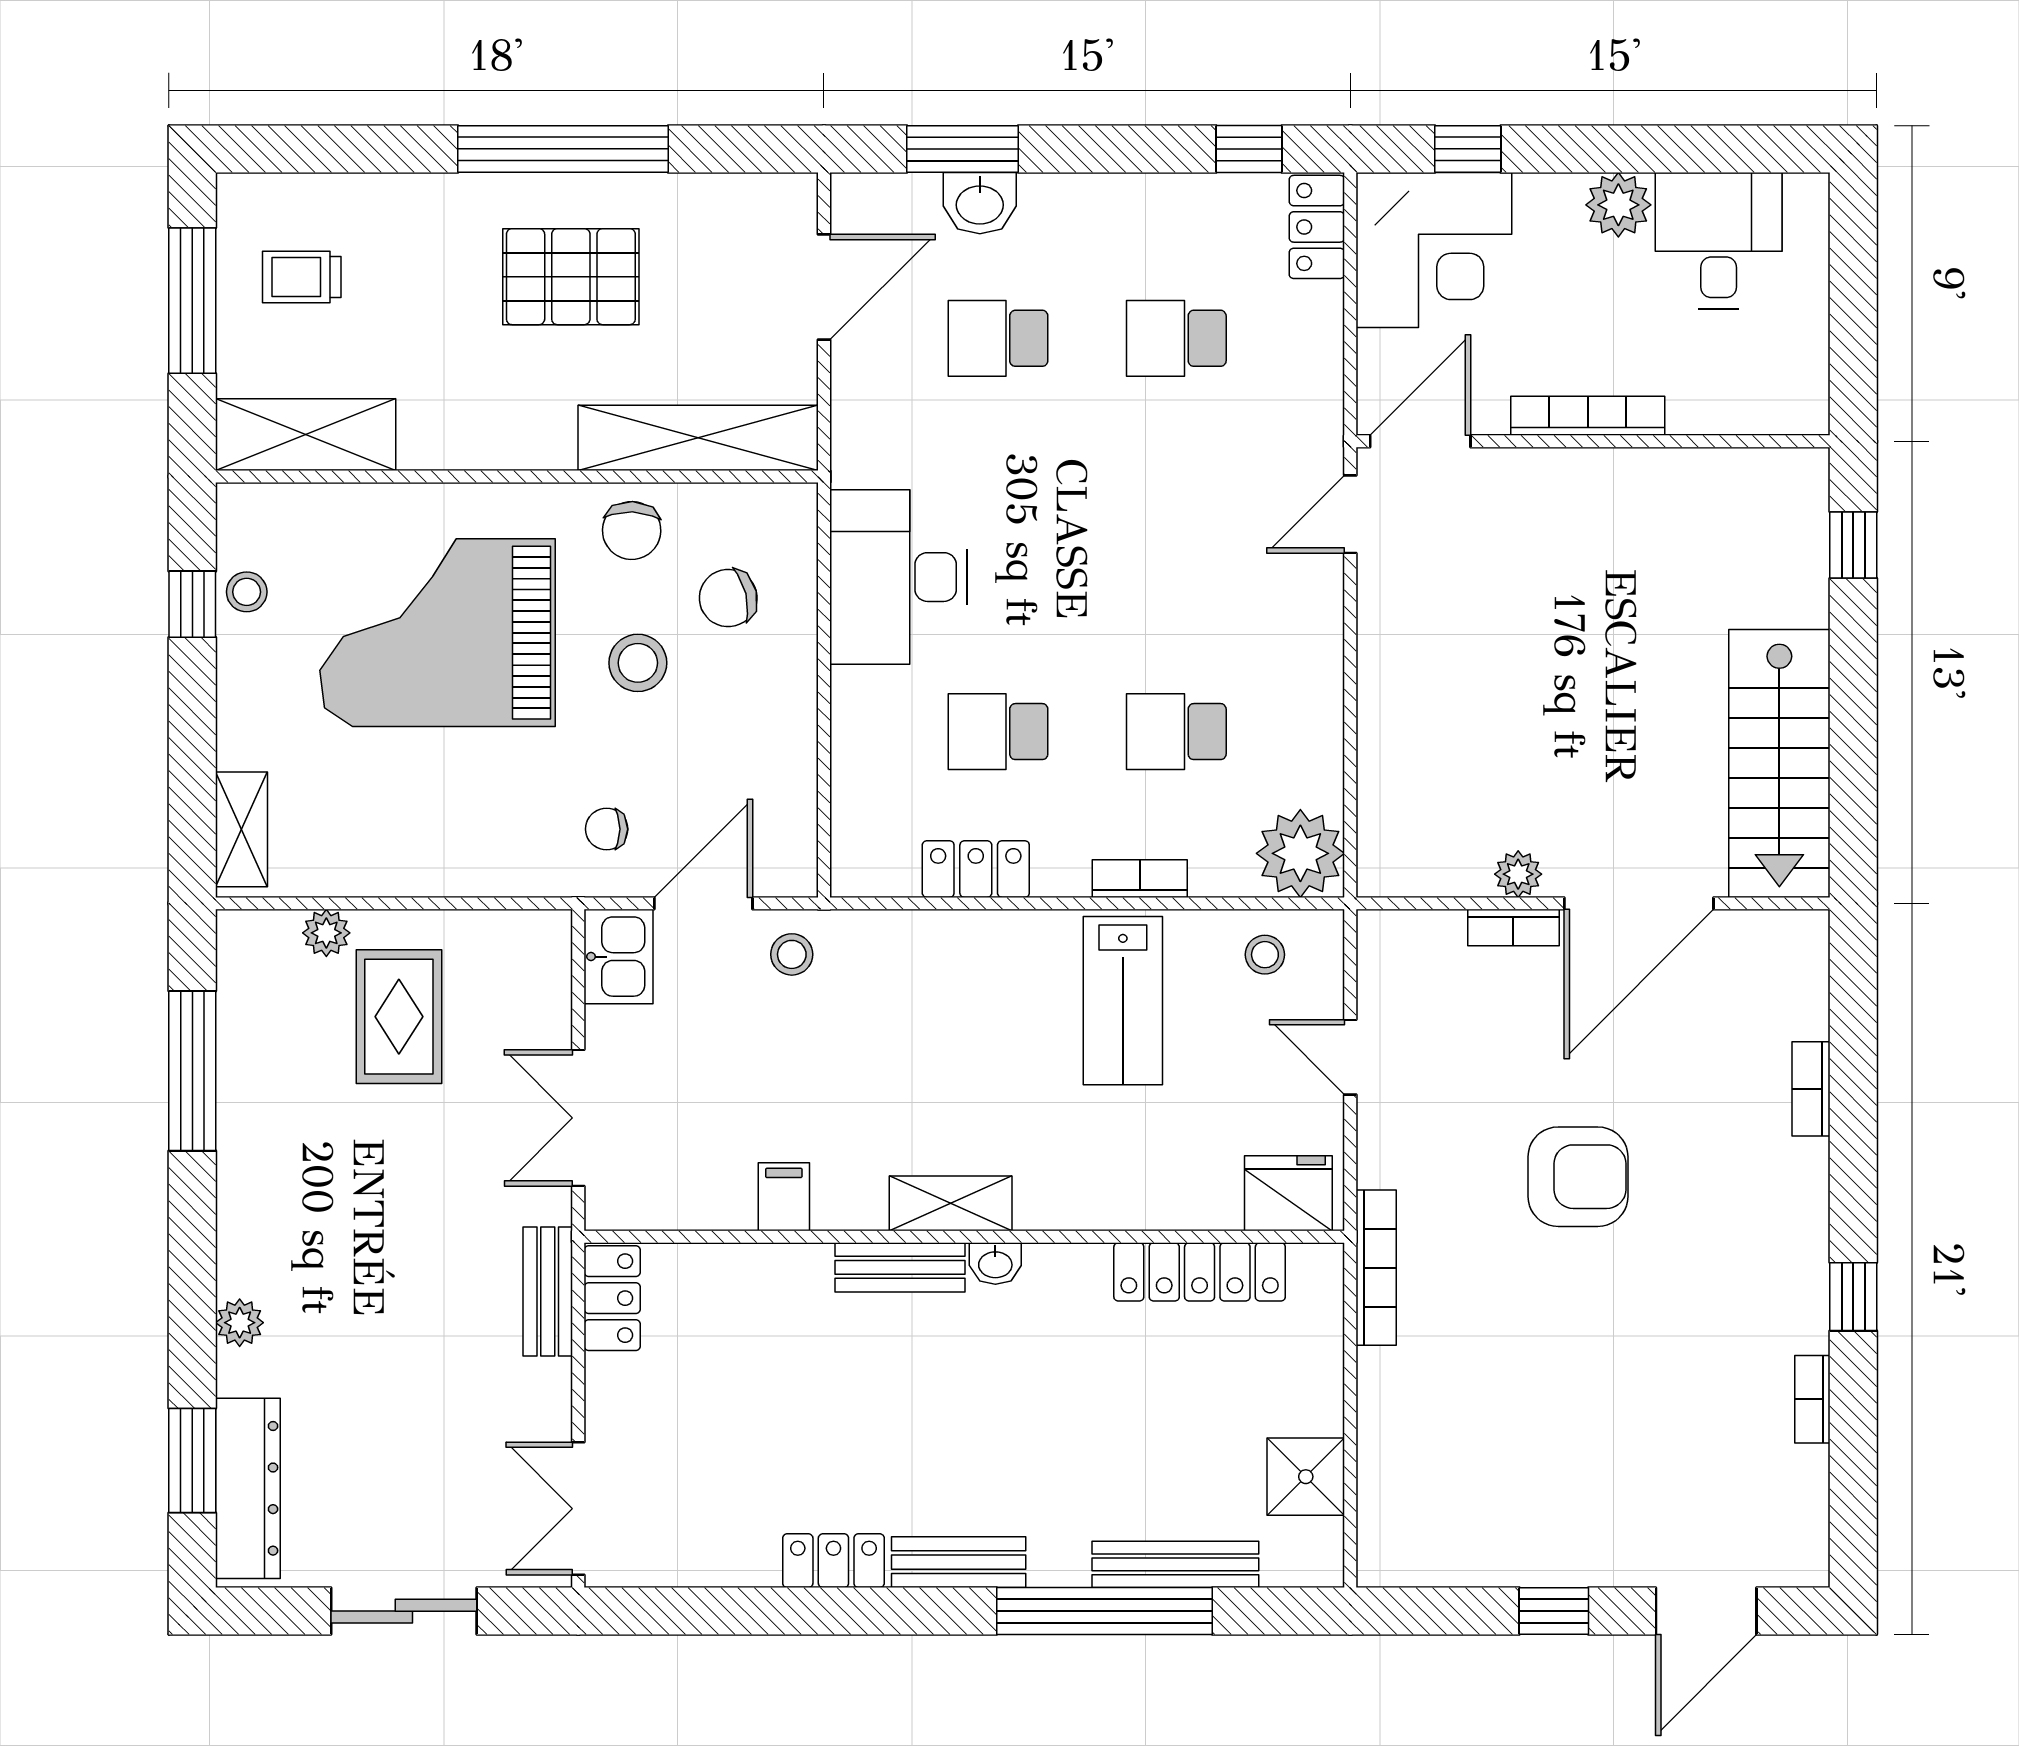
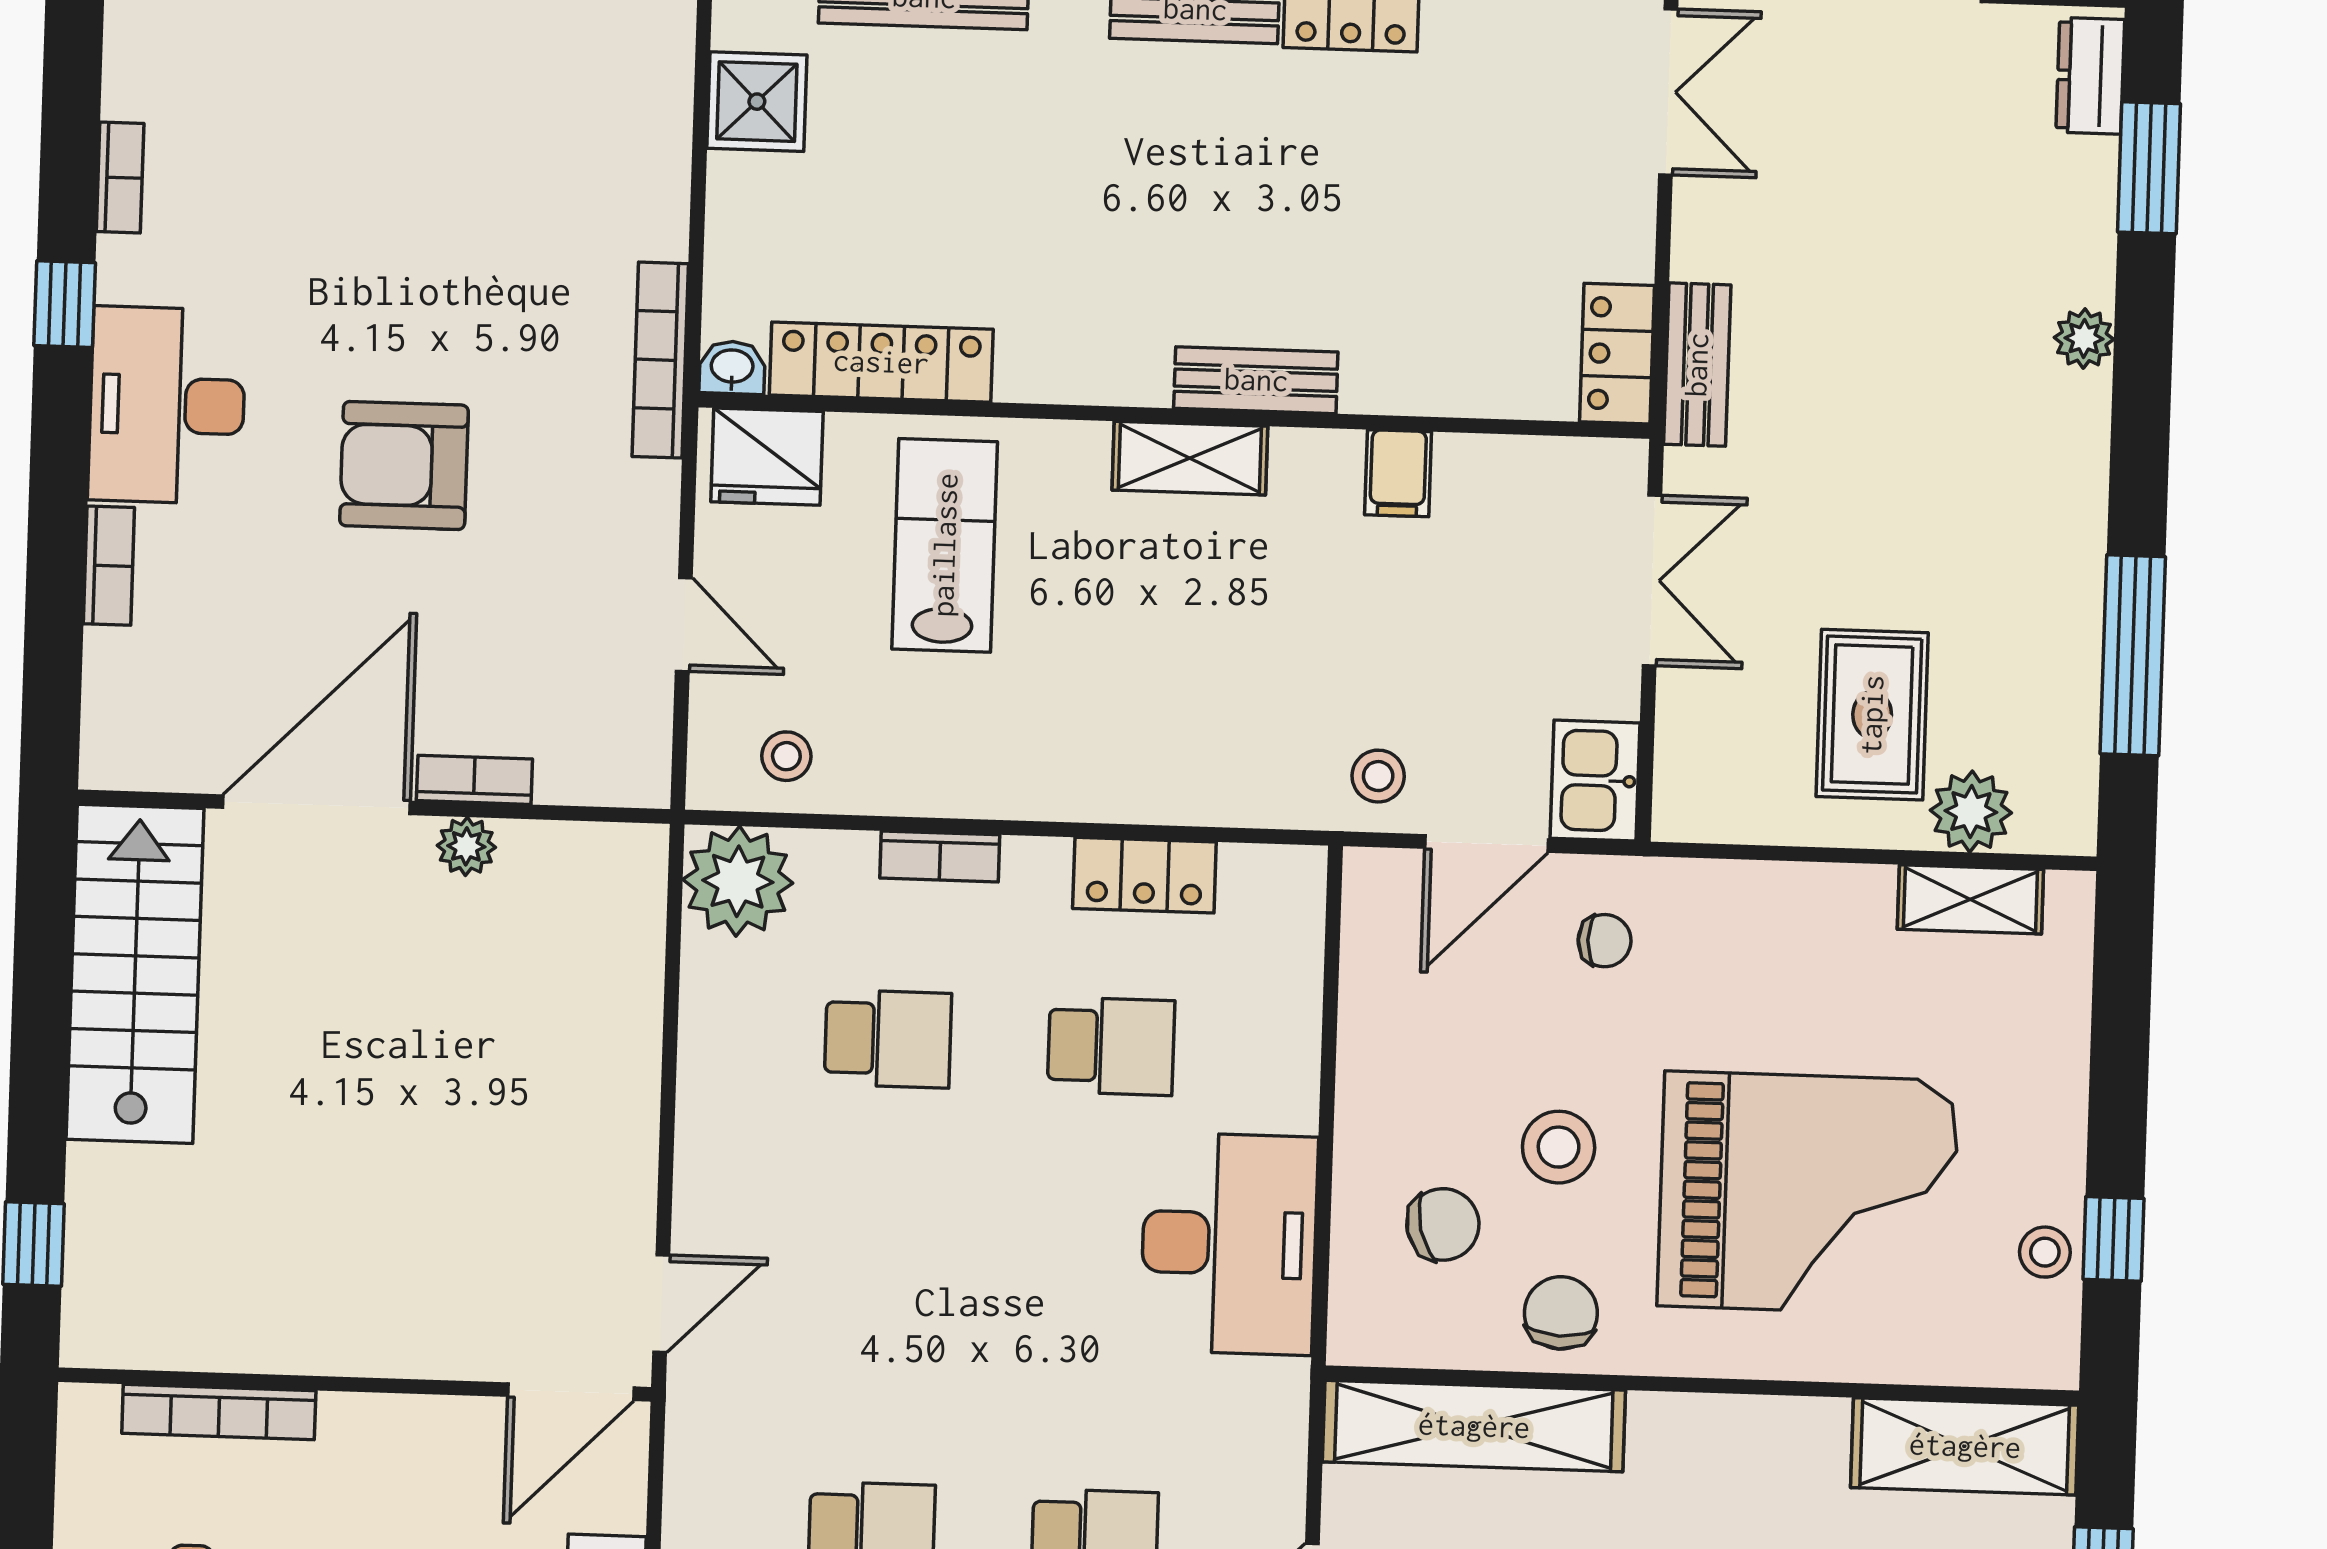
bookcase: (1588, 416) -> (219, 1412), moved
shelving: (242, 829) -> (1970, 899), moved, turned 90
plant: (326, 933) -> (1971, 812), width x1.38, depth x1.38
lab bench: (1123, 1001) -> (945, 545), moved
desk: (1769, 1219) -> (167, 405), added
washbasin: (995, 1264) -> (732, 368), moved
dresser: (248, 1488) -> (2090, 76), width x0.51, depth x0.80

